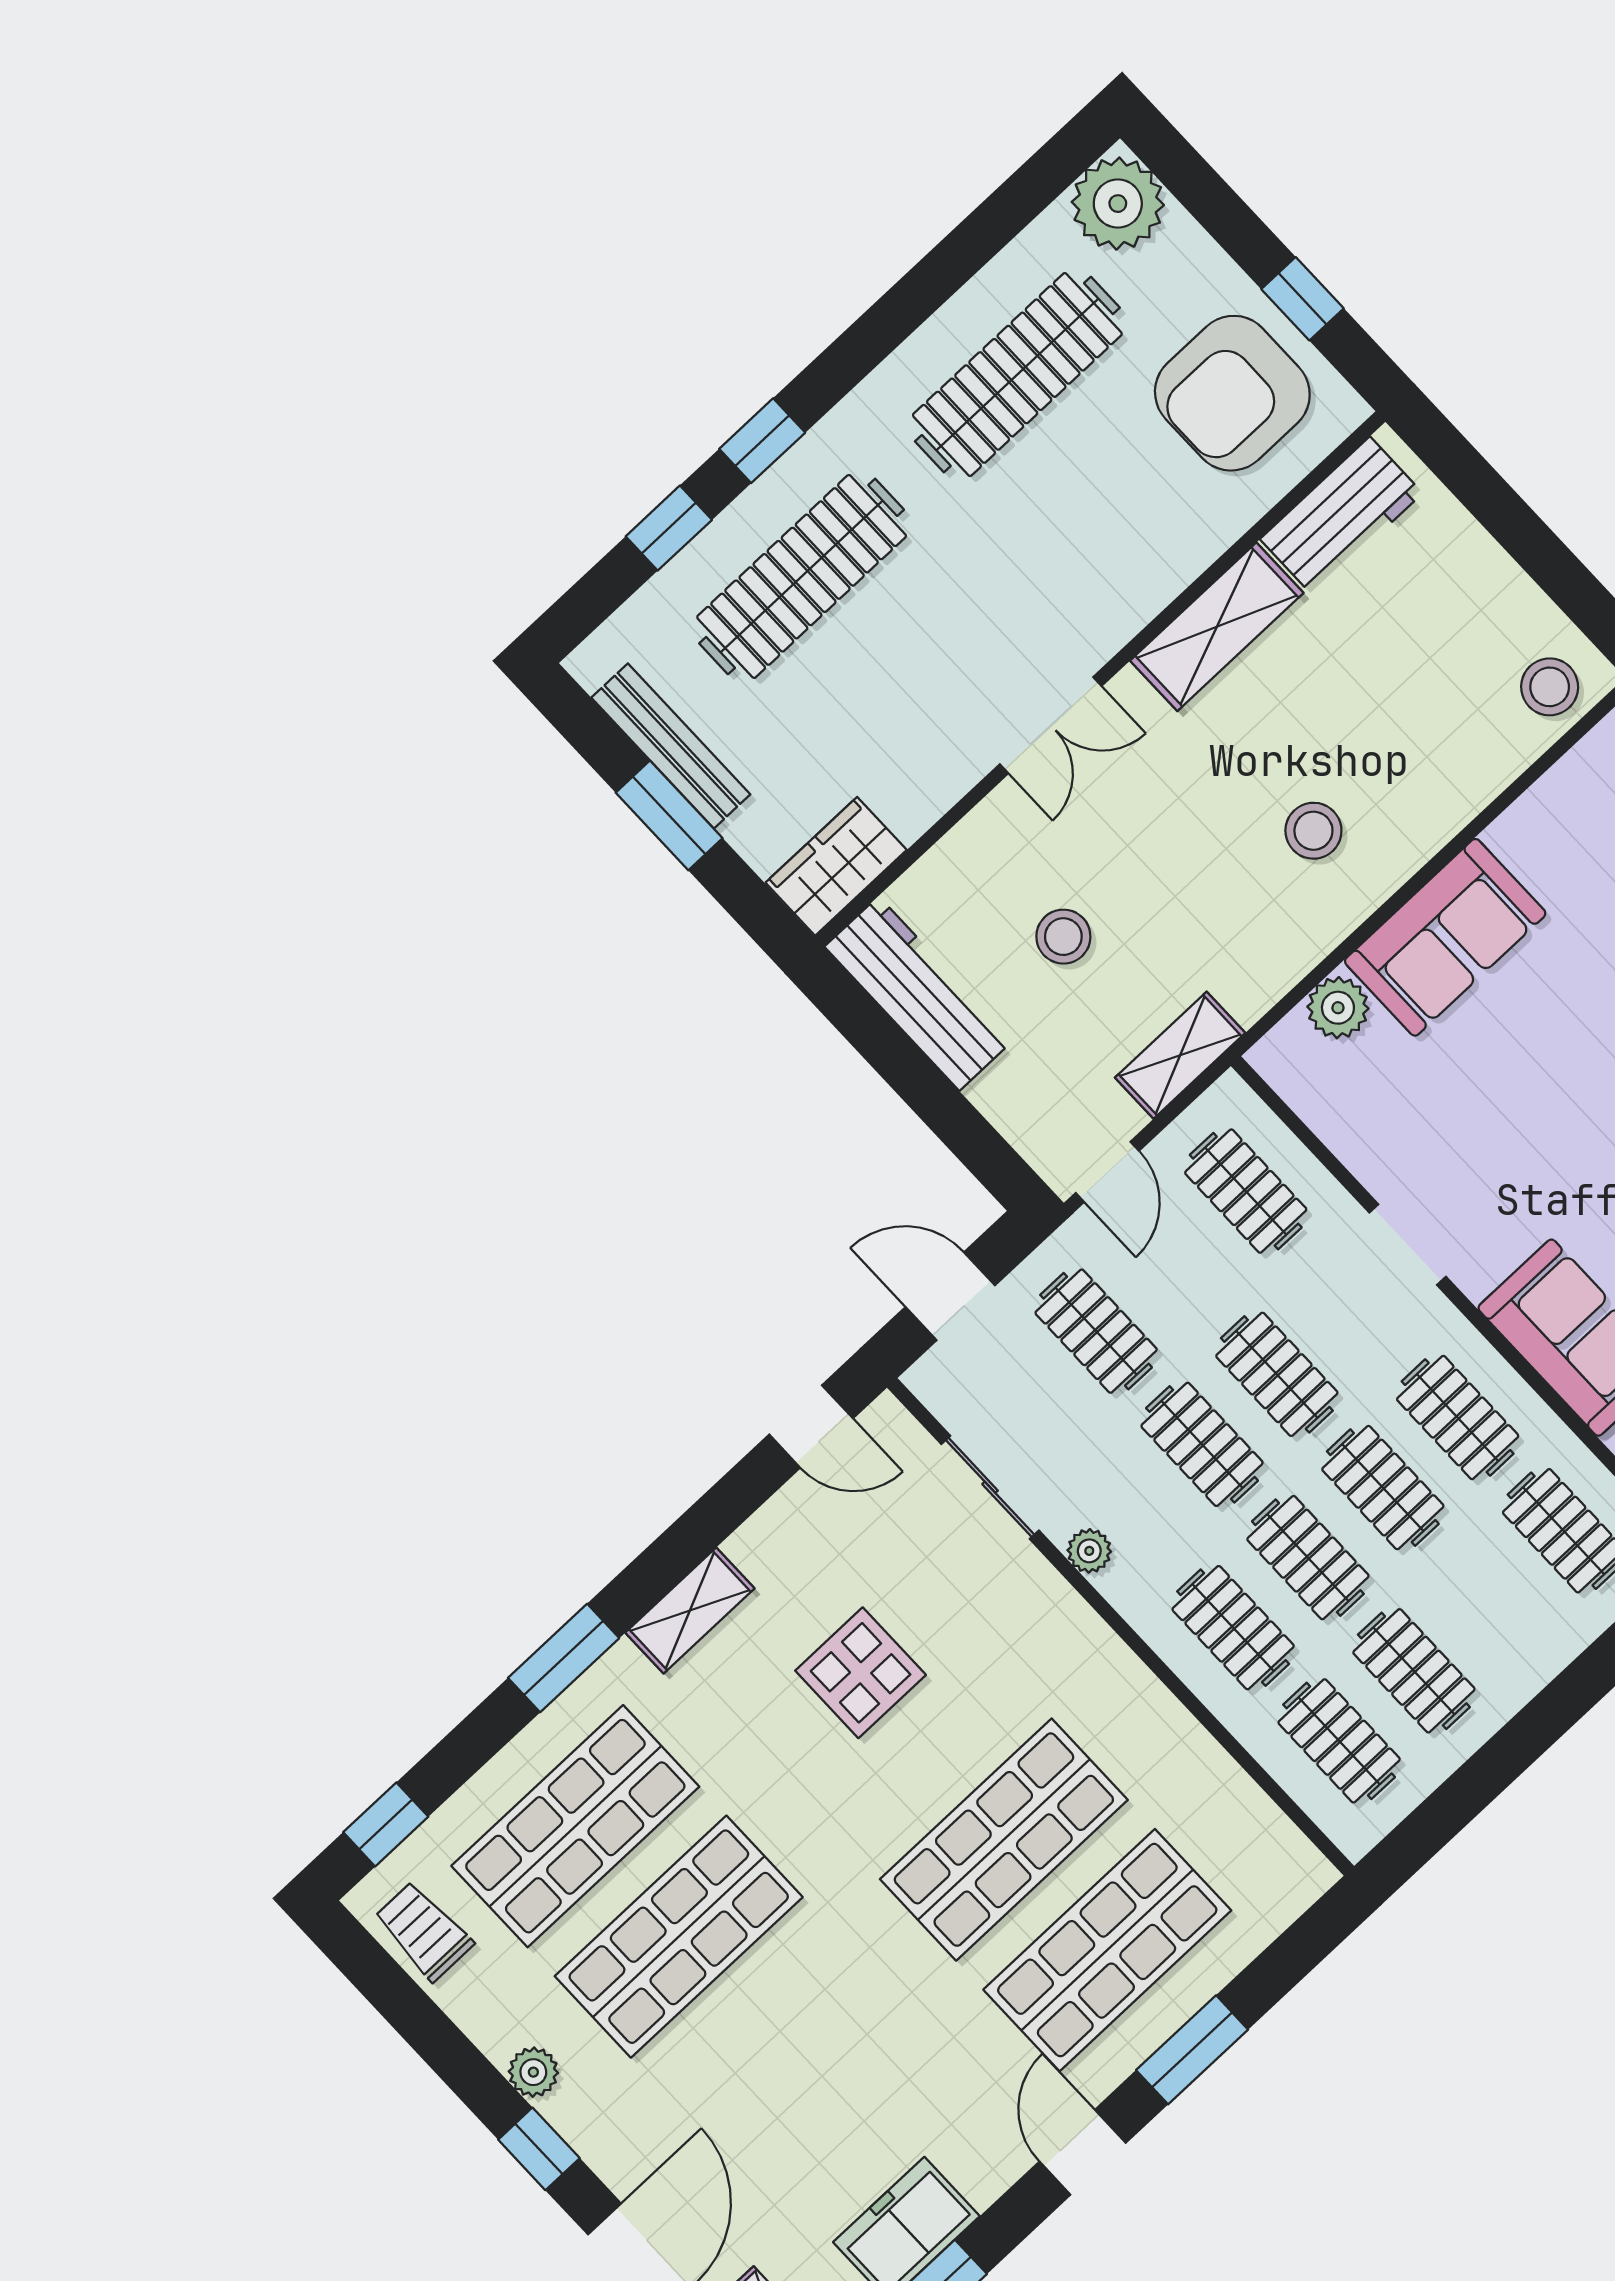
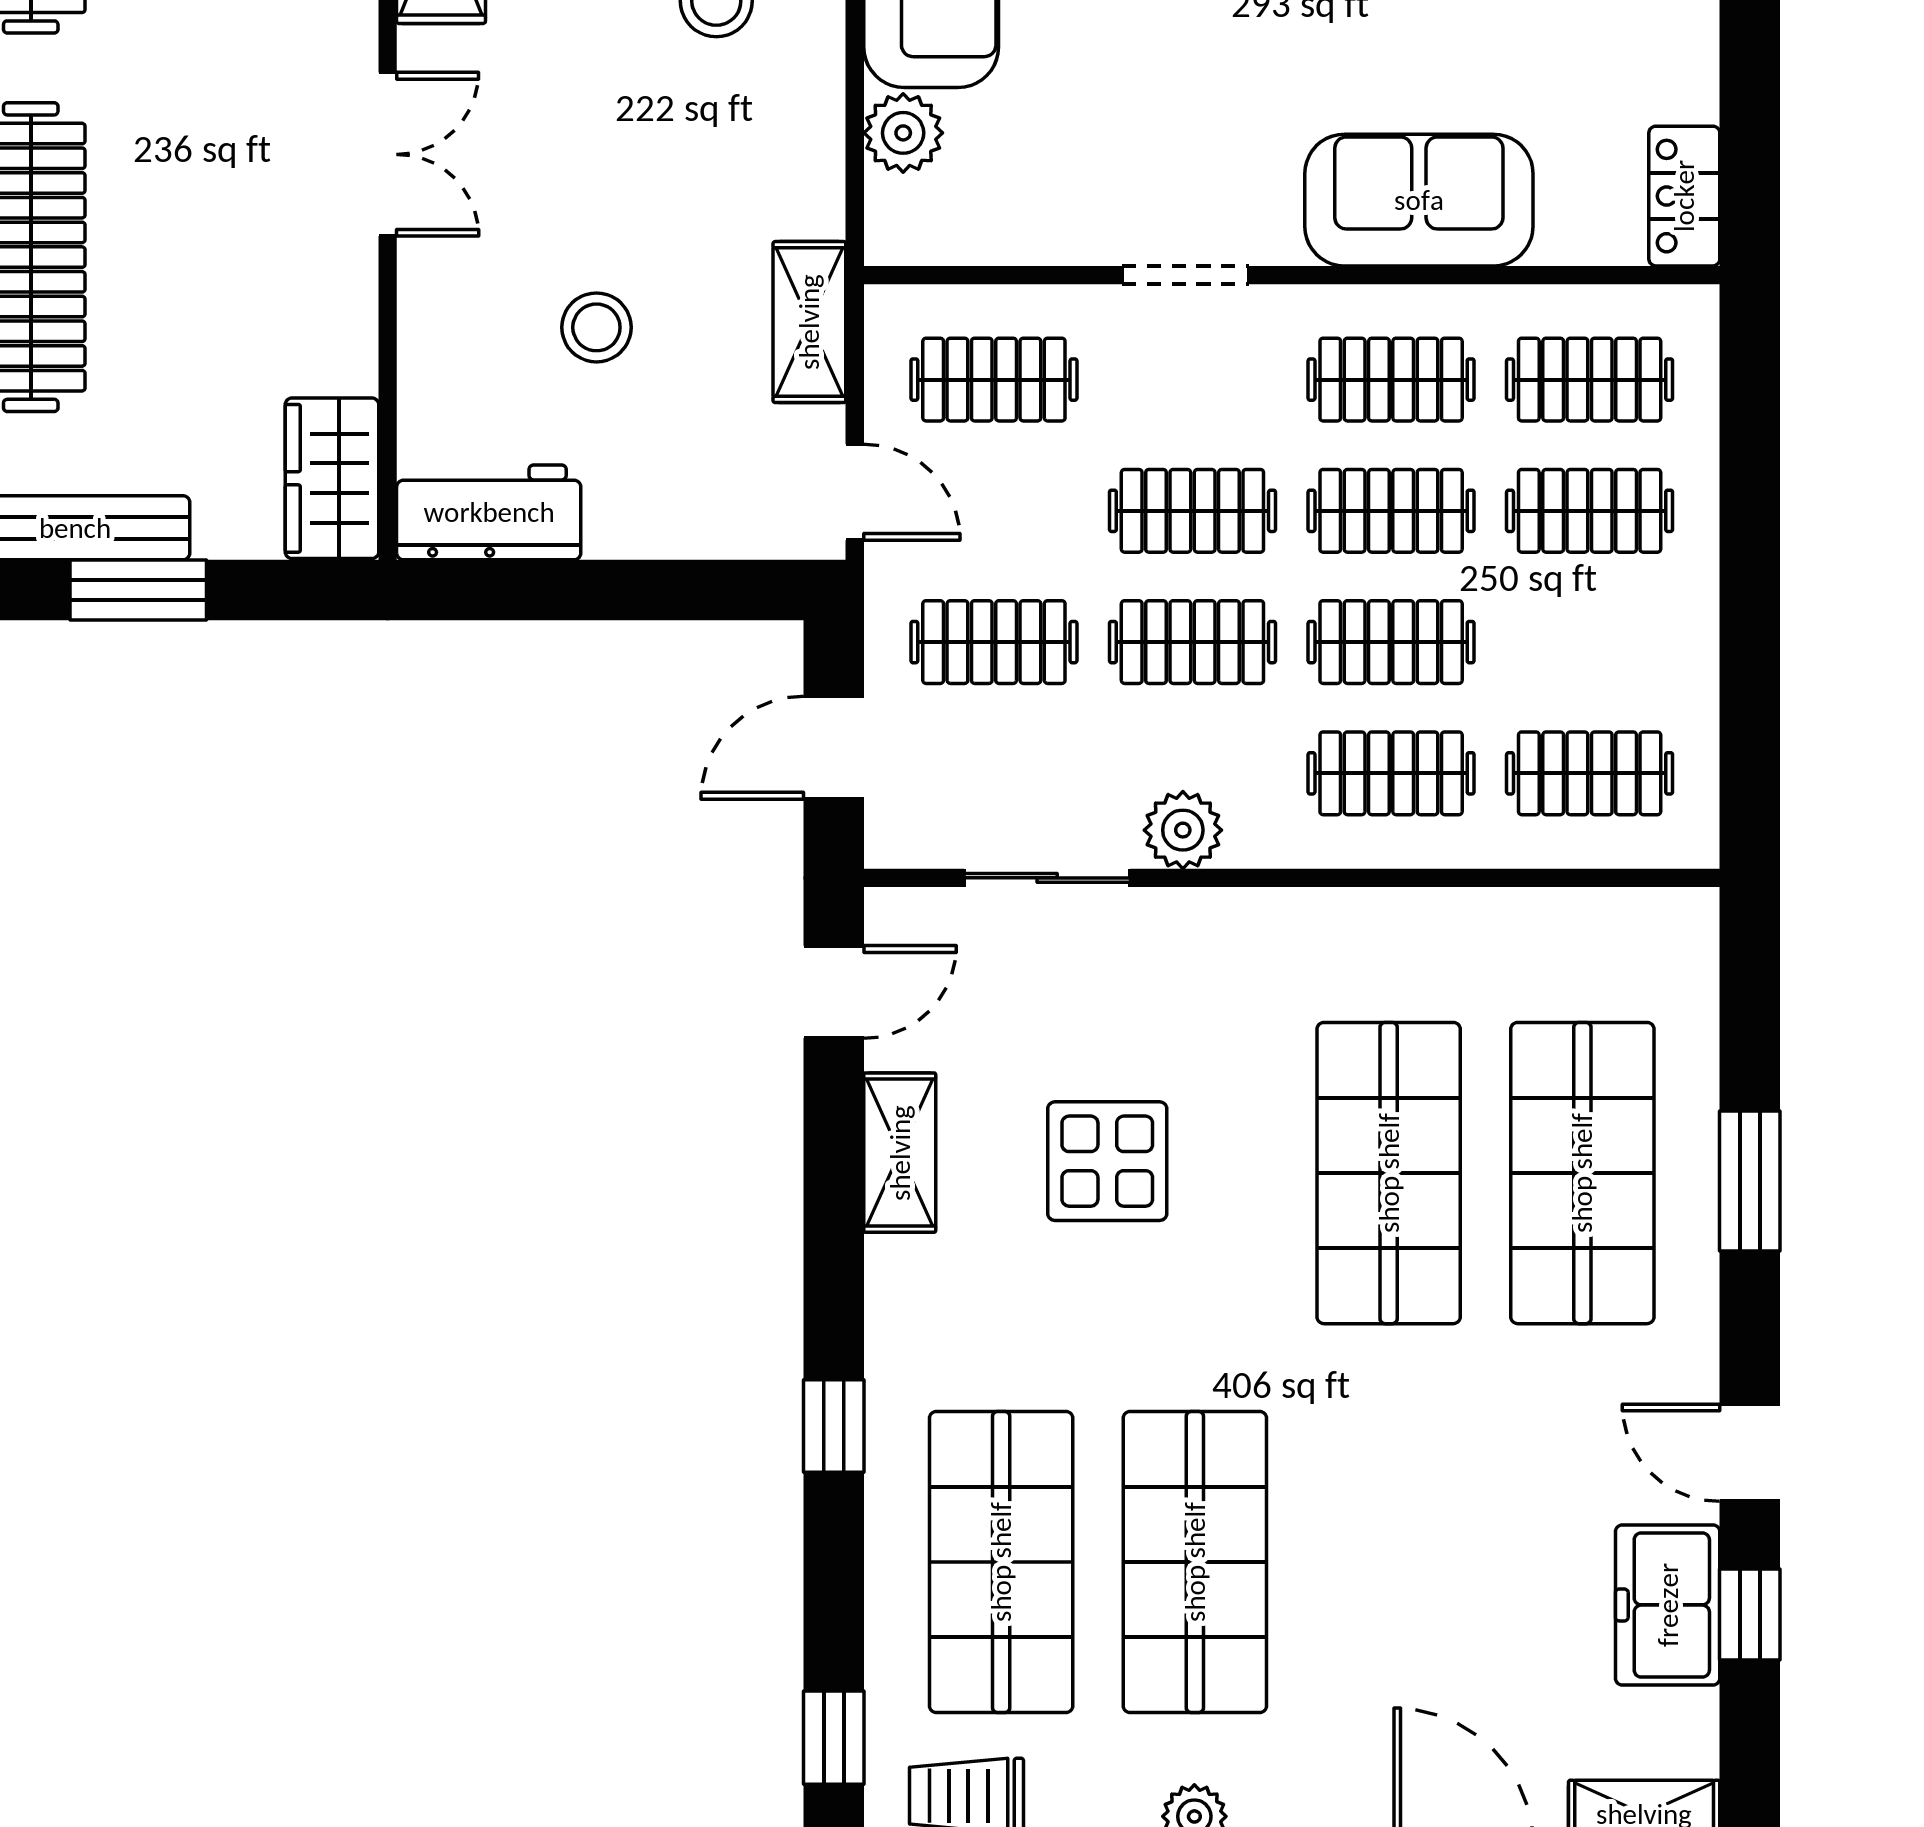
workbench: (919, 994) -> (489, 512), width x0.73
plant: (1089, 1551) -> (1183, 830), width x1.38, depth x1.38
shelving: (690, 1611) -> (900, 1153), moved
window: (564, 1658) -> (834, 1426), width x0.67
clothes rail: (1414, 1671) -> (1590, 511), moved
door: (1083, 2152) -> (1750, 1453), moved

